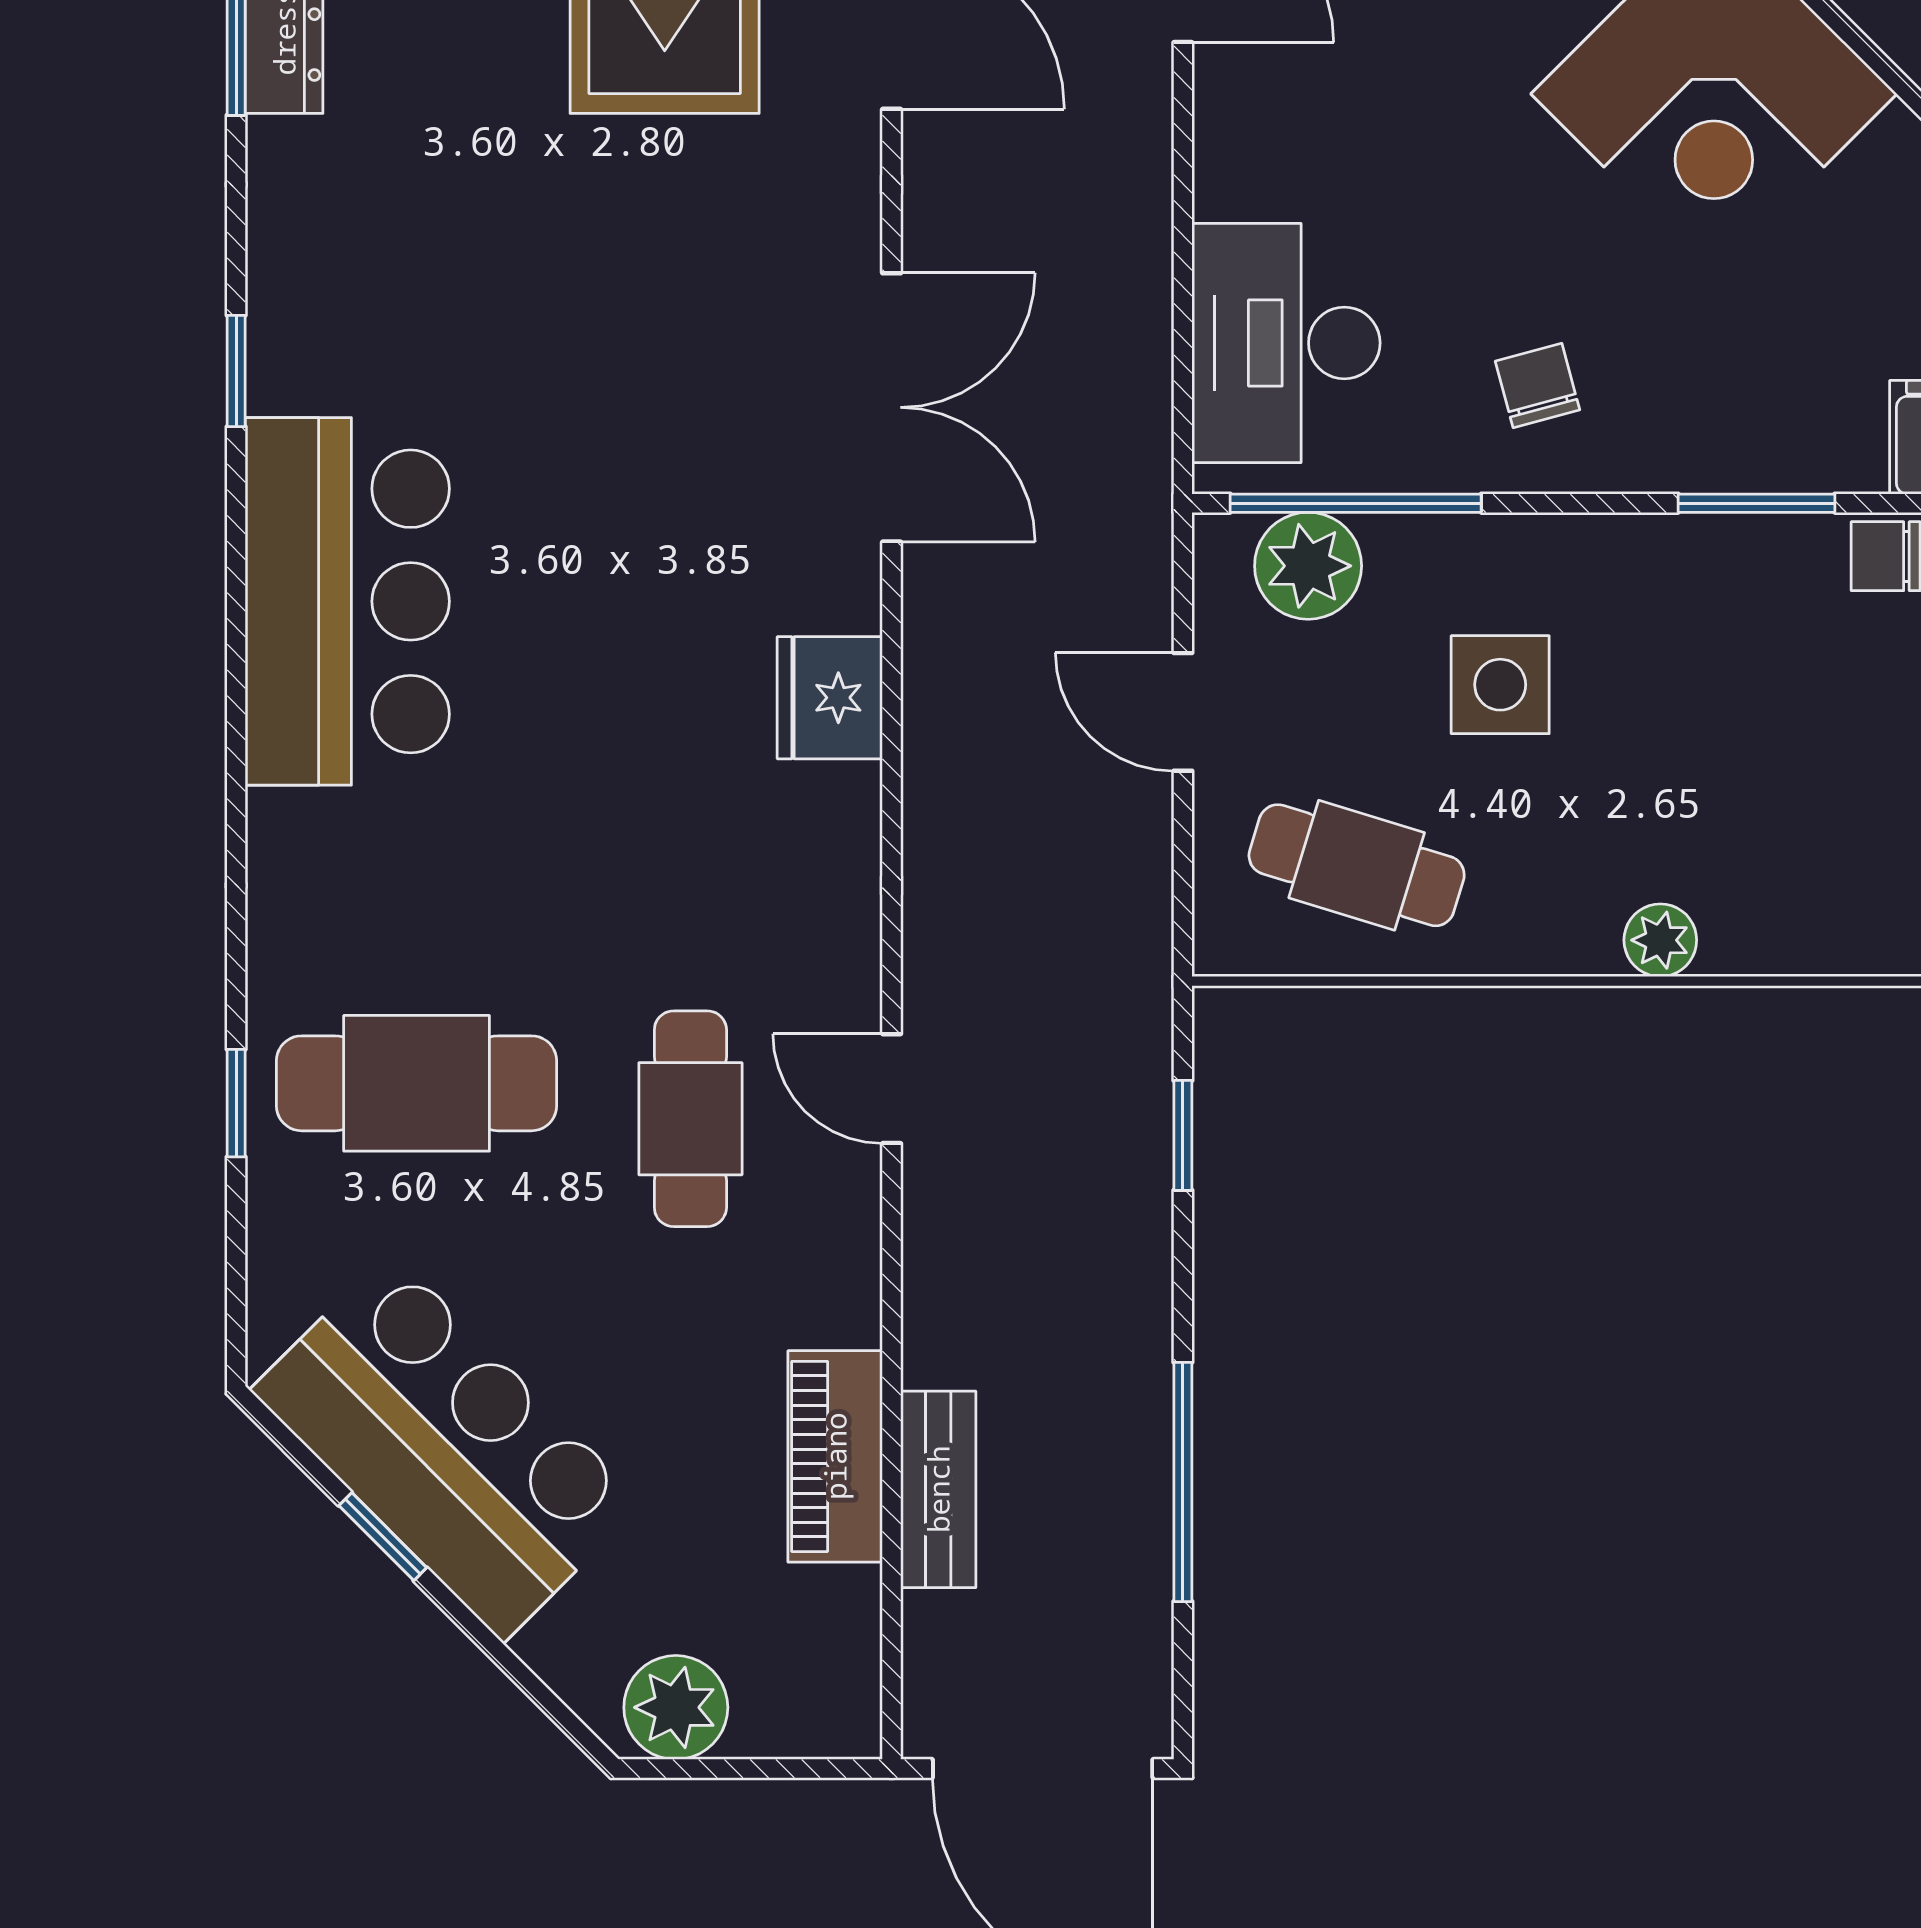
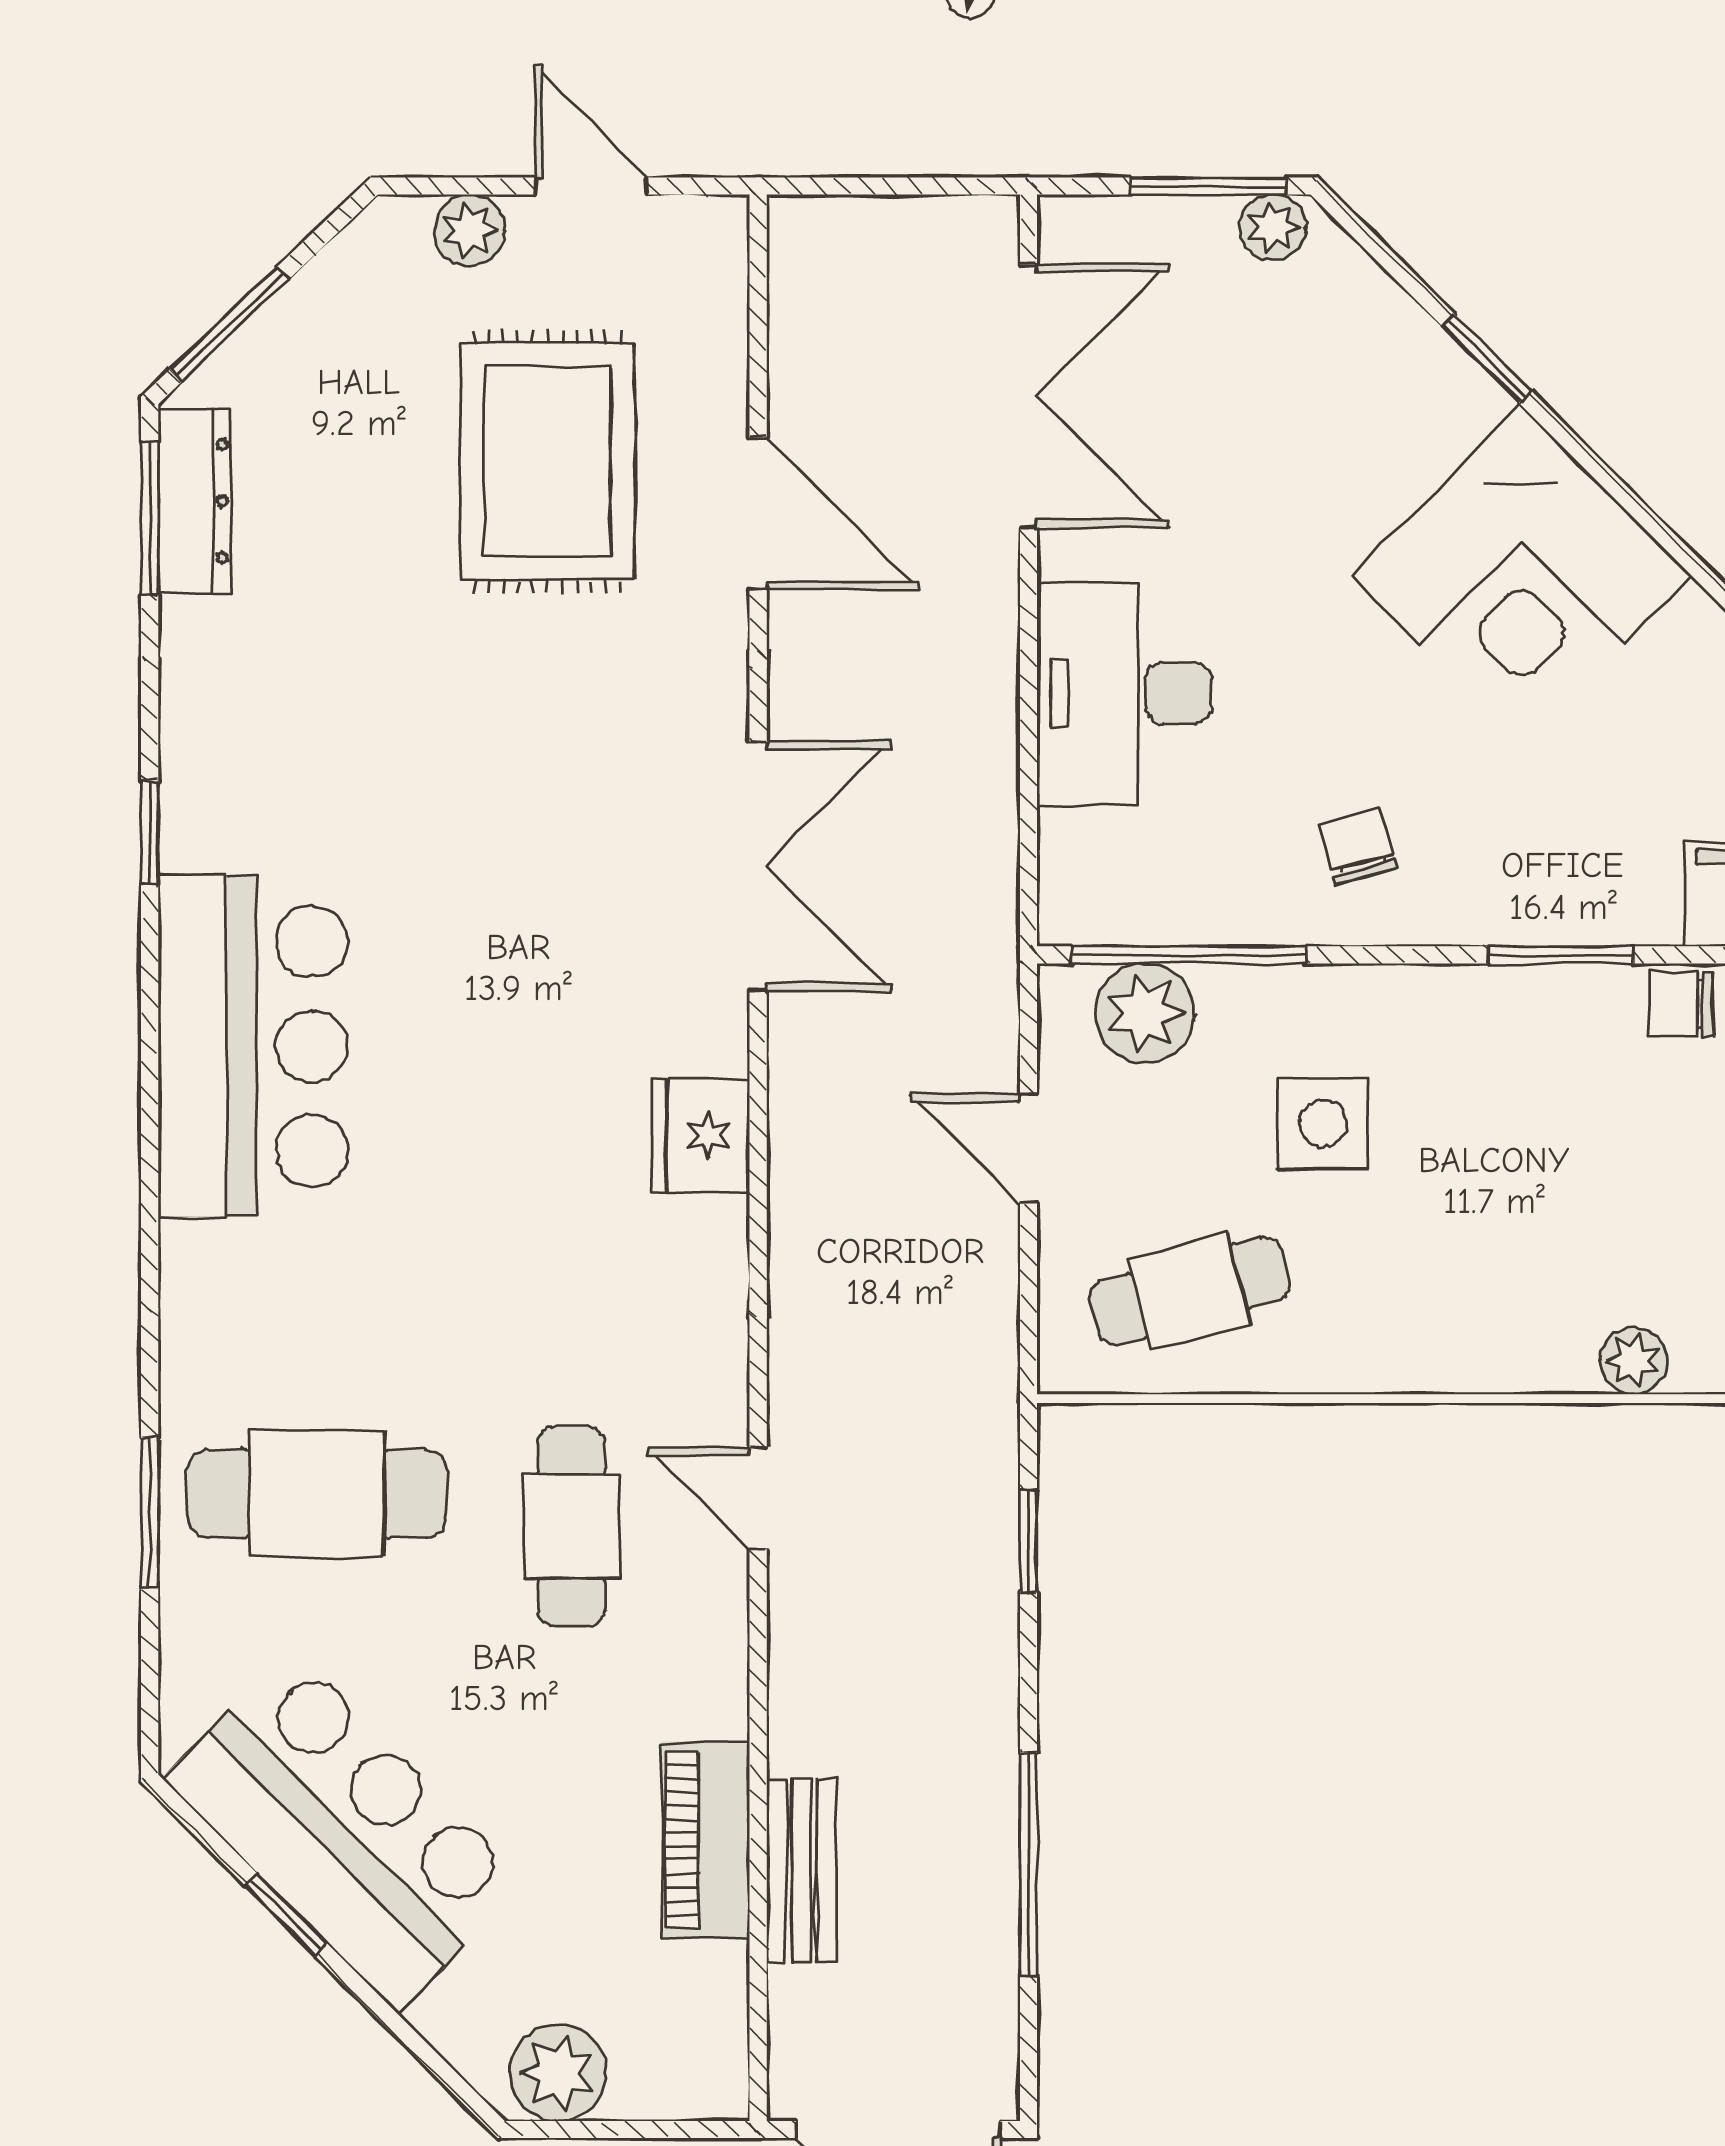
desk: (1286, 343) -> (1124, 693), moved
cafe table: (1357, 865) -> (1190, 1291), turned -32
plant: (1660, 940) -> (1634, 1361), moved
window: (236, 1103) -> (150, 1512), width x1.50

